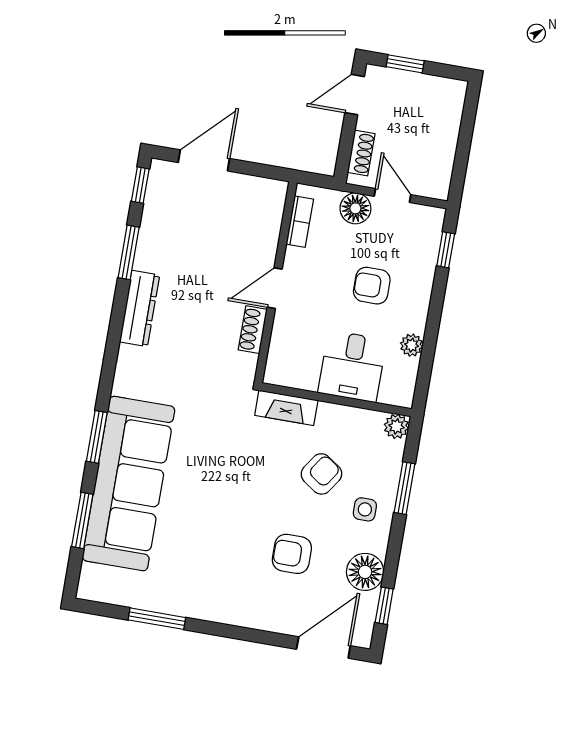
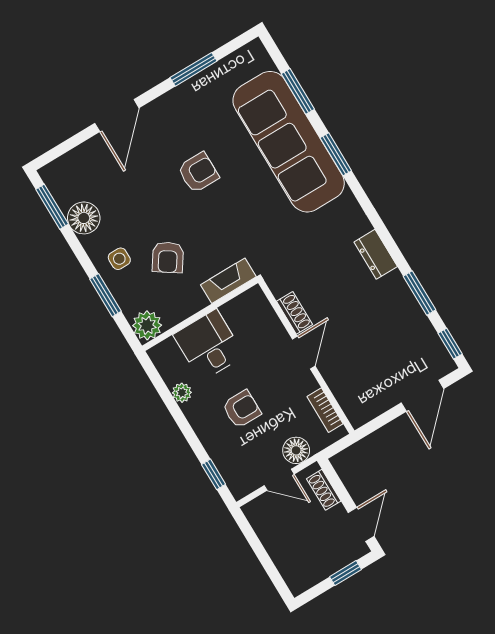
dresser: (140, 309) -> (376, 254), width x0.70
plant: (396, 426) -> (147, 325), width x1.38, depth x1.38
armchair: (292, 554) -> (198, 172), moved
window: (384, 606) -> (52, 207), width x1.50
door: (323, 647) -> (117, 116), moved

